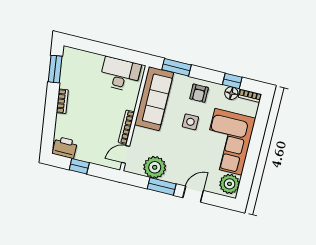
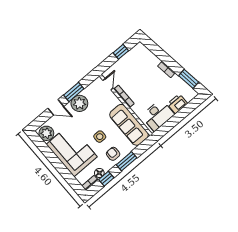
window: (177, 67) -> (127, 161), moved
printer: (65, 148) -> (177, 104), moved, turned 180
plant: (155, 167) -> (79, 103), moved
door: (193, 194) -> (56, 107), hinge flipped

